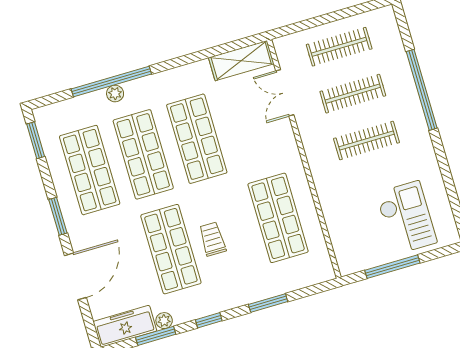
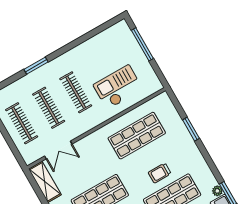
window: (422, 90) -> (36, 66), width x0.47
checkout: (406, 218) -> (118, 87), moved
window: (392, 267) -> (142, 44), moved
window: (209, 320) -> (210, 163), removed

